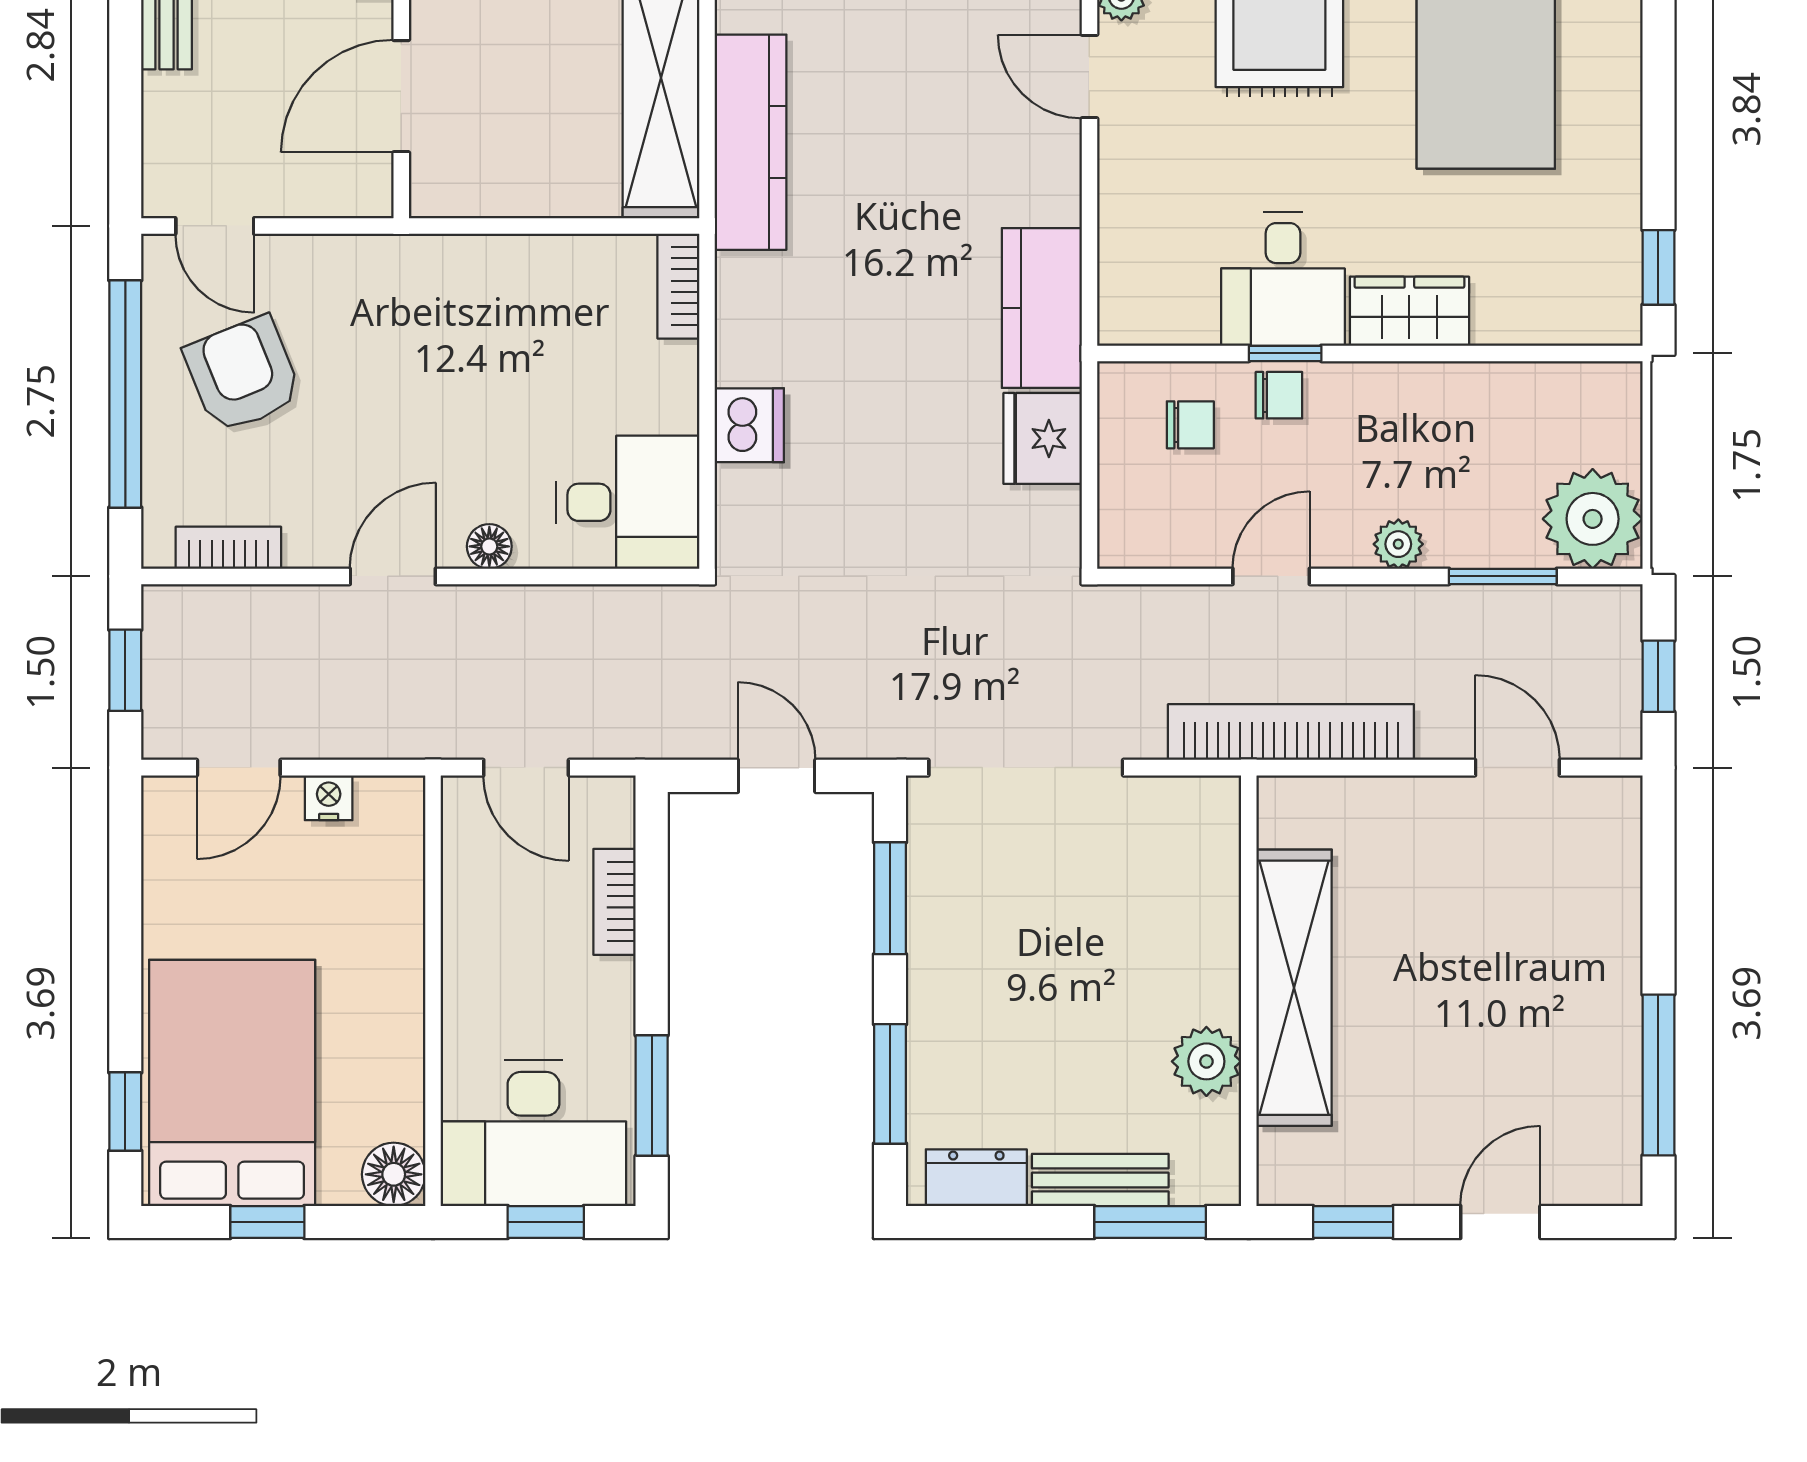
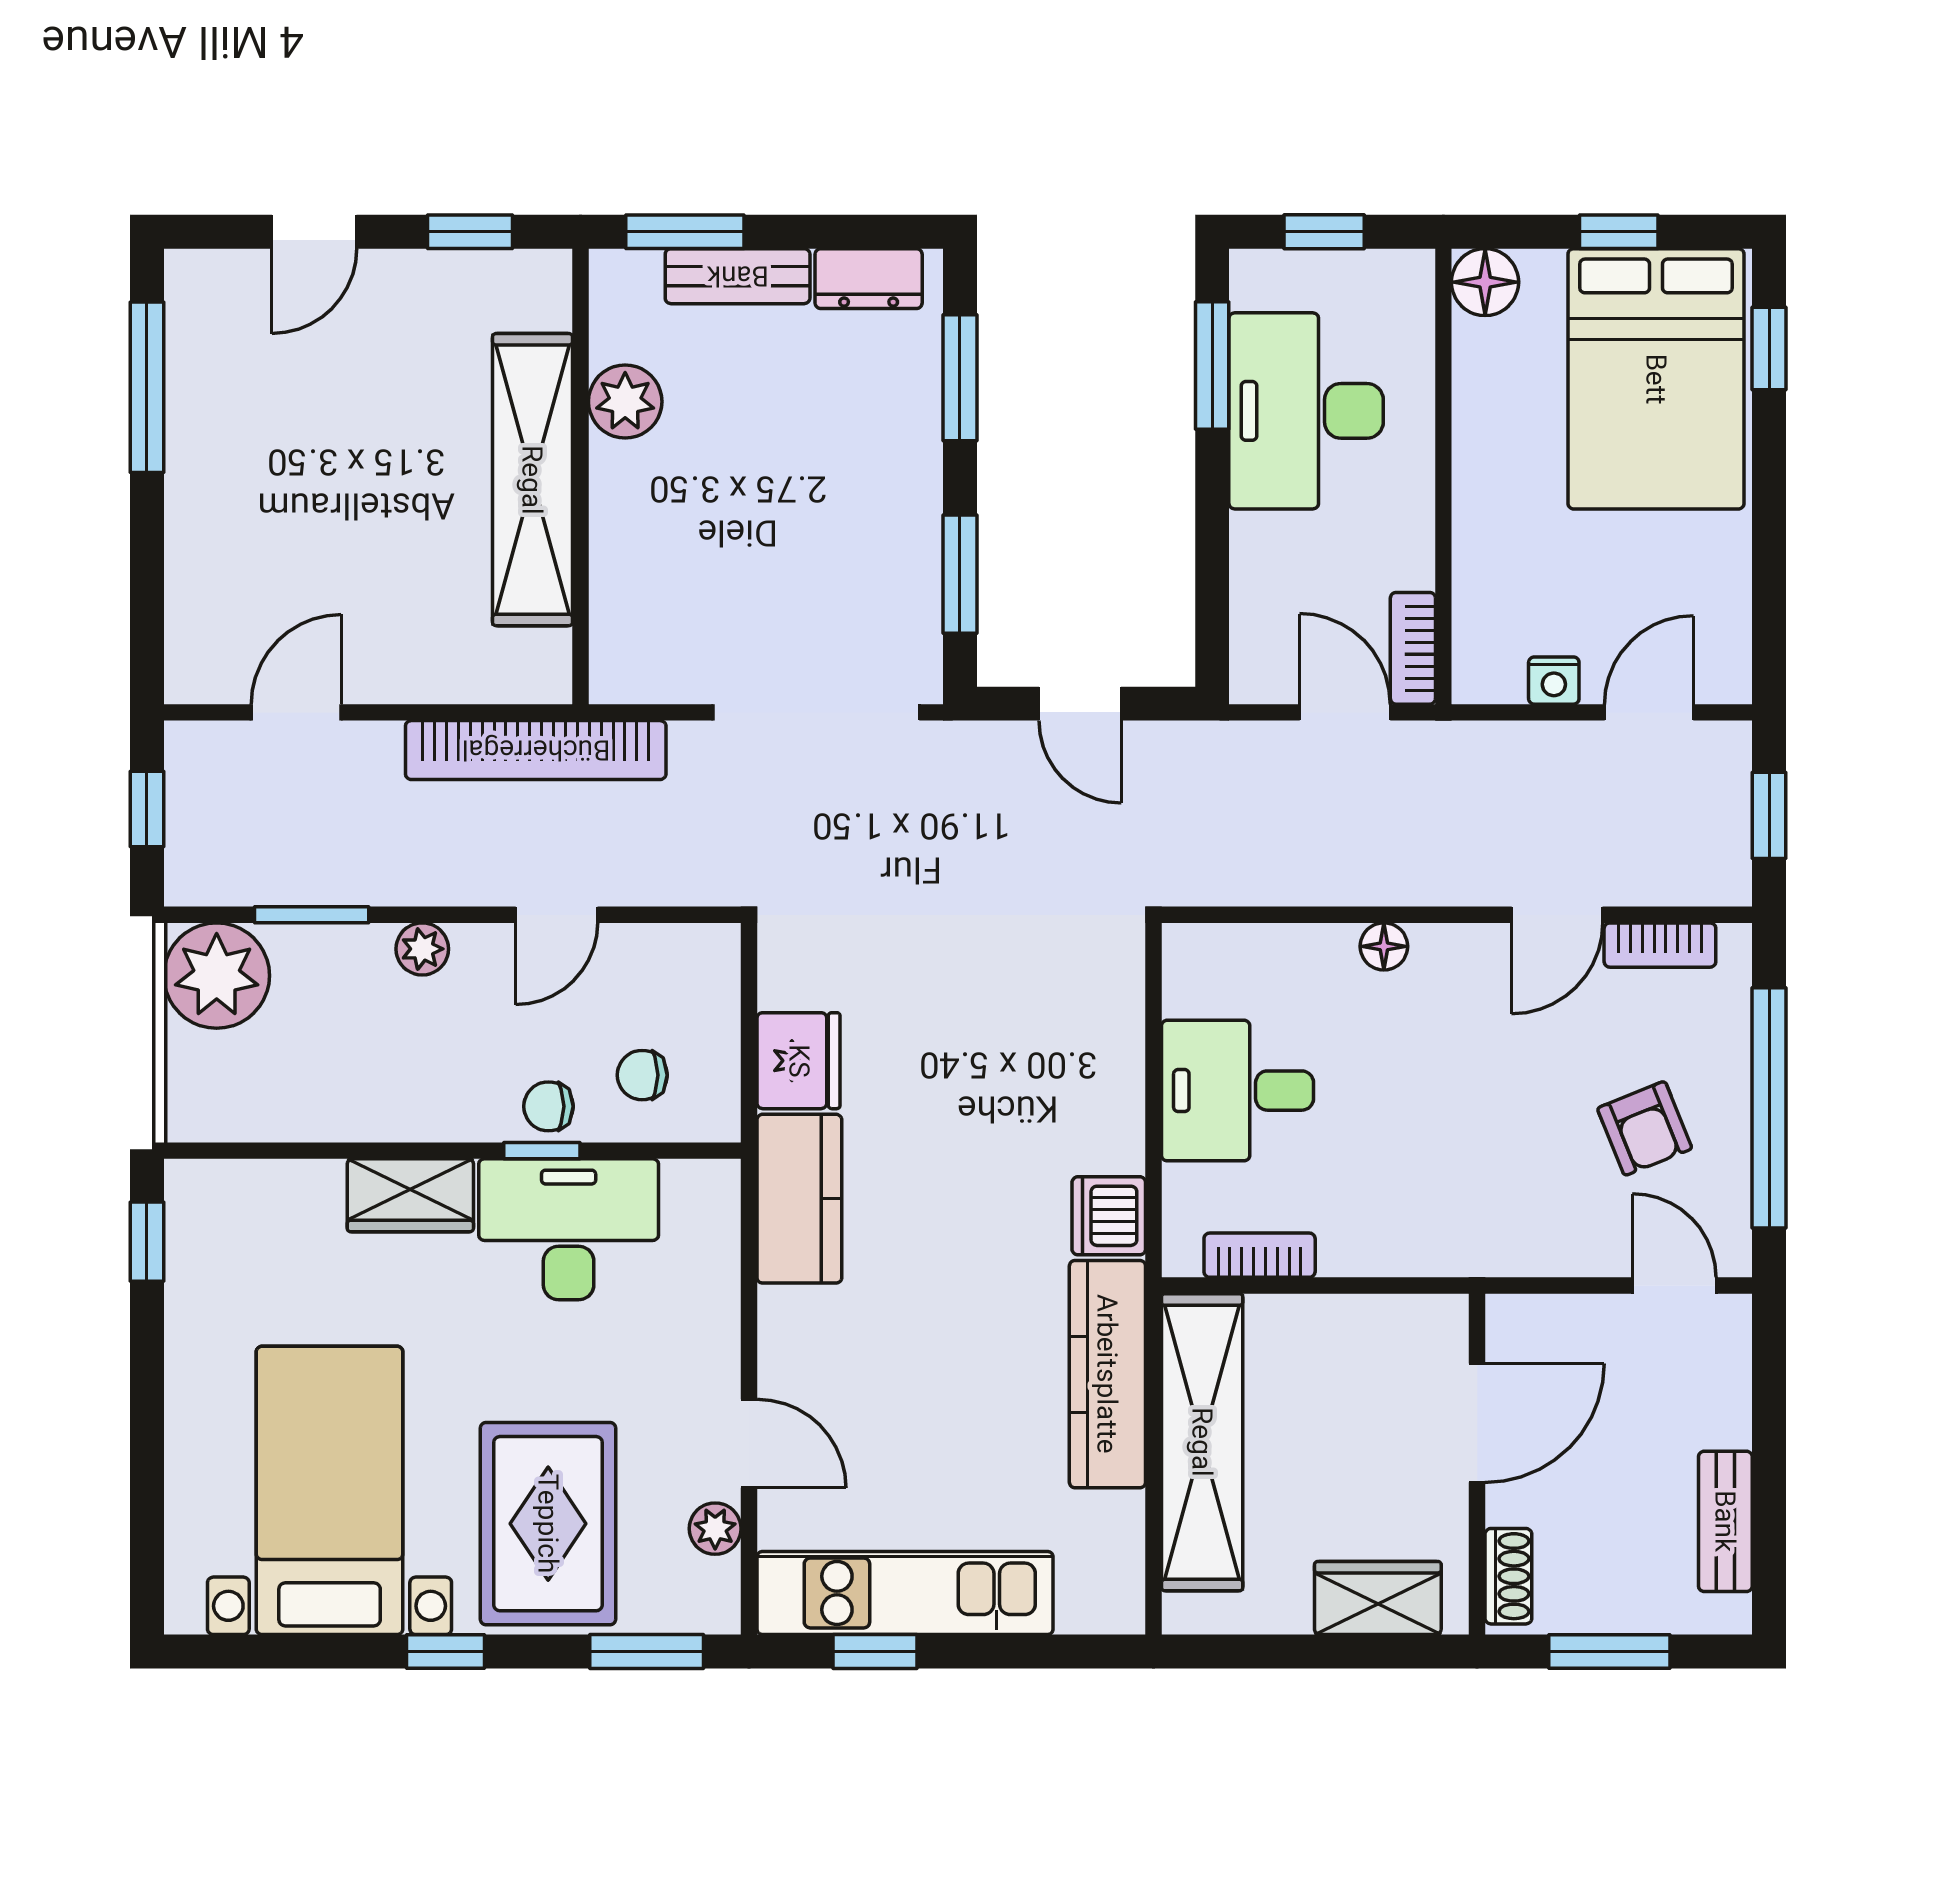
desk: (1283, 279) -> (569, 1229), width x1.37
bookcase: (678, 286) -> (1260, 1255), moved, turned -90
armchair: (243, 374) -> (1645, 1128), width x0.72, depth x0.72
dishwasher: (749, 425) -> (1109, 1216), moved
desk: (628, 502) -> (1238, 1091), moved
door: (393, 576) -> (1557, 915), moved
door: (1517, 768) -> (296, 712), swing flipped
bookcase: (615, 902) -> (1413, 648), moved, turned 180
desk: (533, 1133) -> (1306, 411), moved, turned -90

